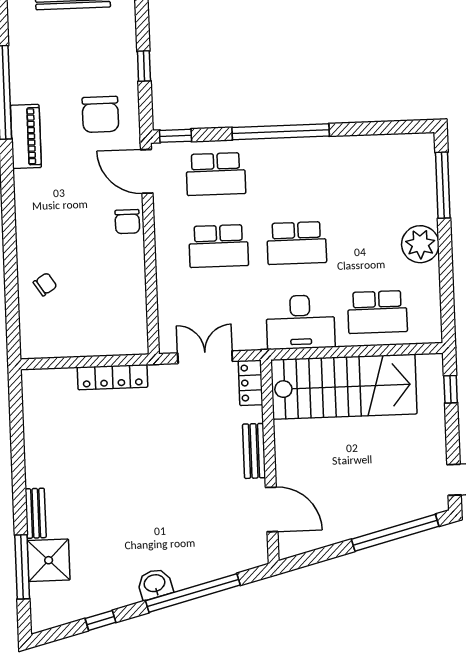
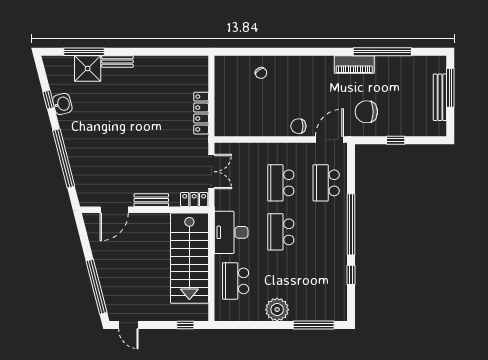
window: (176, 136) -> (351, 275), moved
washbasin: (155, 584) -> (62, 104), moved

